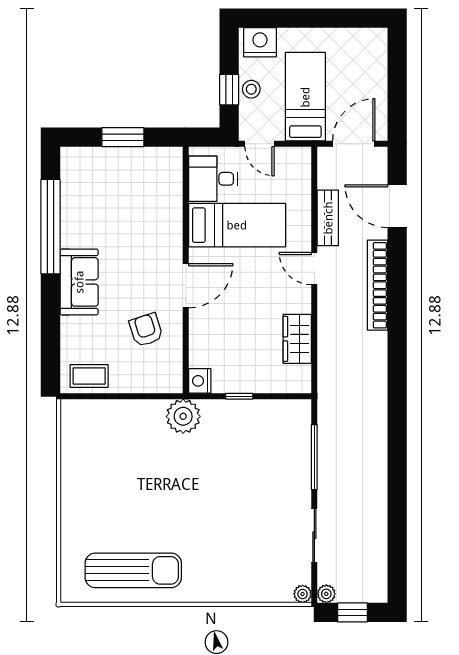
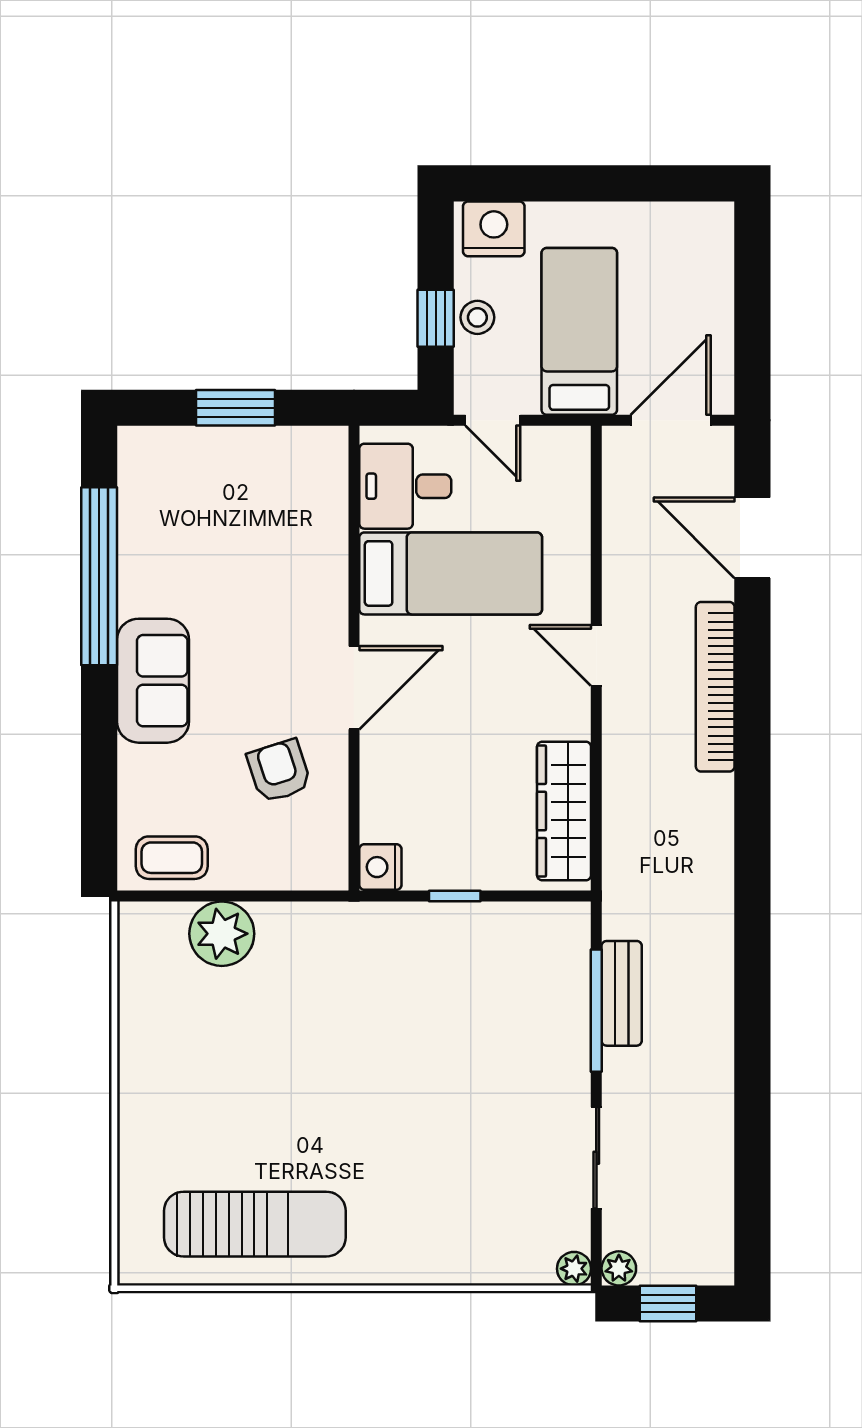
bench: (328, 218) -> (622, 993), moved
wardrobe: (297, 339) -> (564, 811), width x1.50
plant: (183, 416) -> (222, 934), moved

